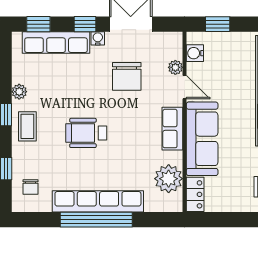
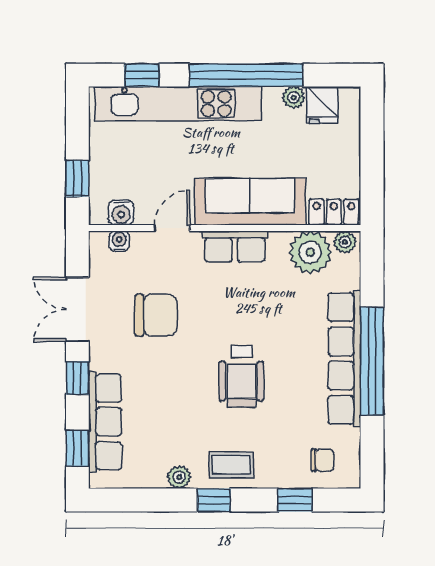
water cooler: (98, 38) -> (119, 241), moved, turned 90
plant: (175, 67) -> (345, 242), moved

